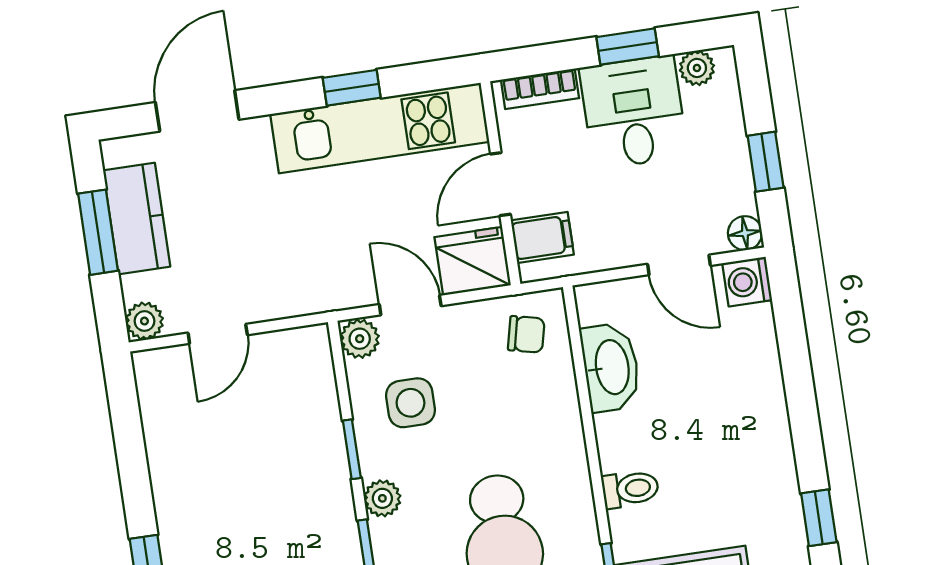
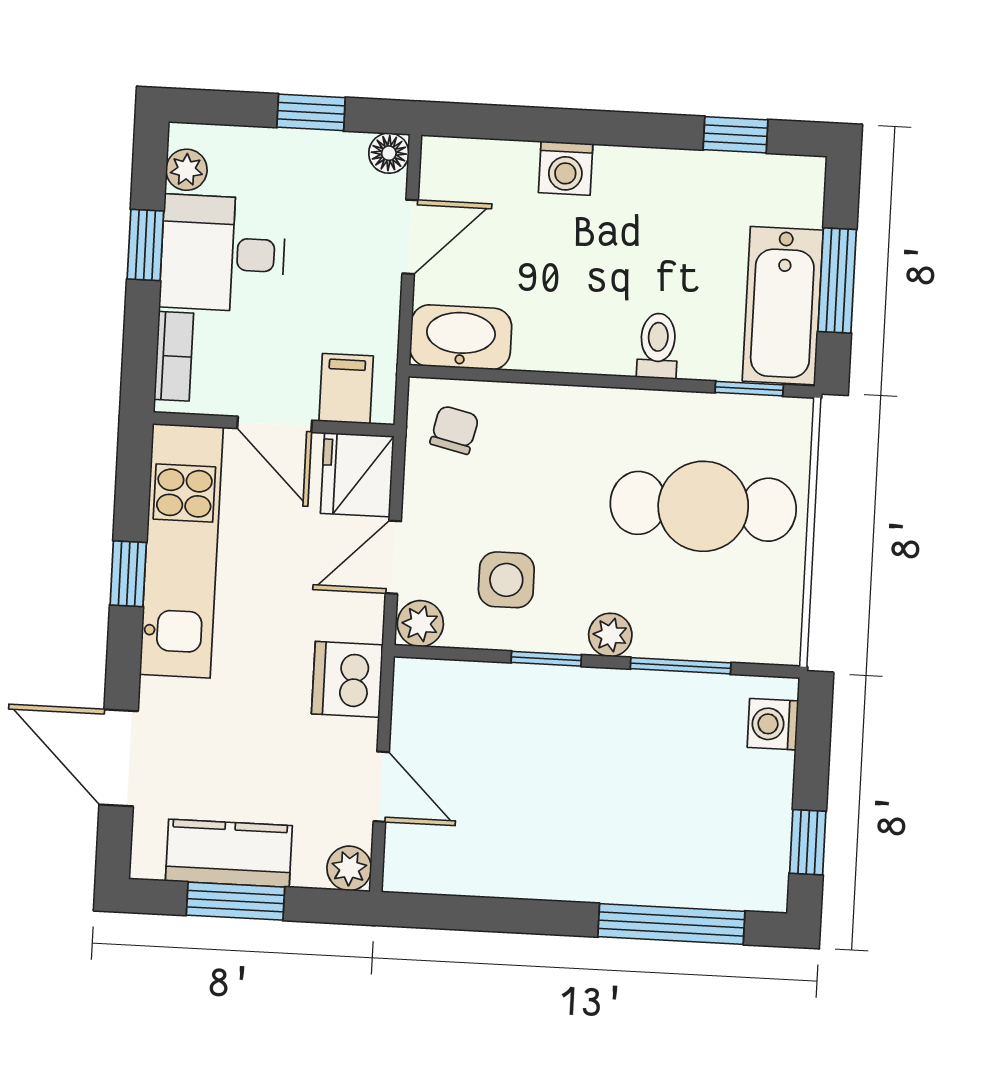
washing machine: (747, 282) -> (566, 168), moved
dishwasher: (301, 288) -> (347, 679), added
washbasin: (611, 367) -> (461, 337), moved

